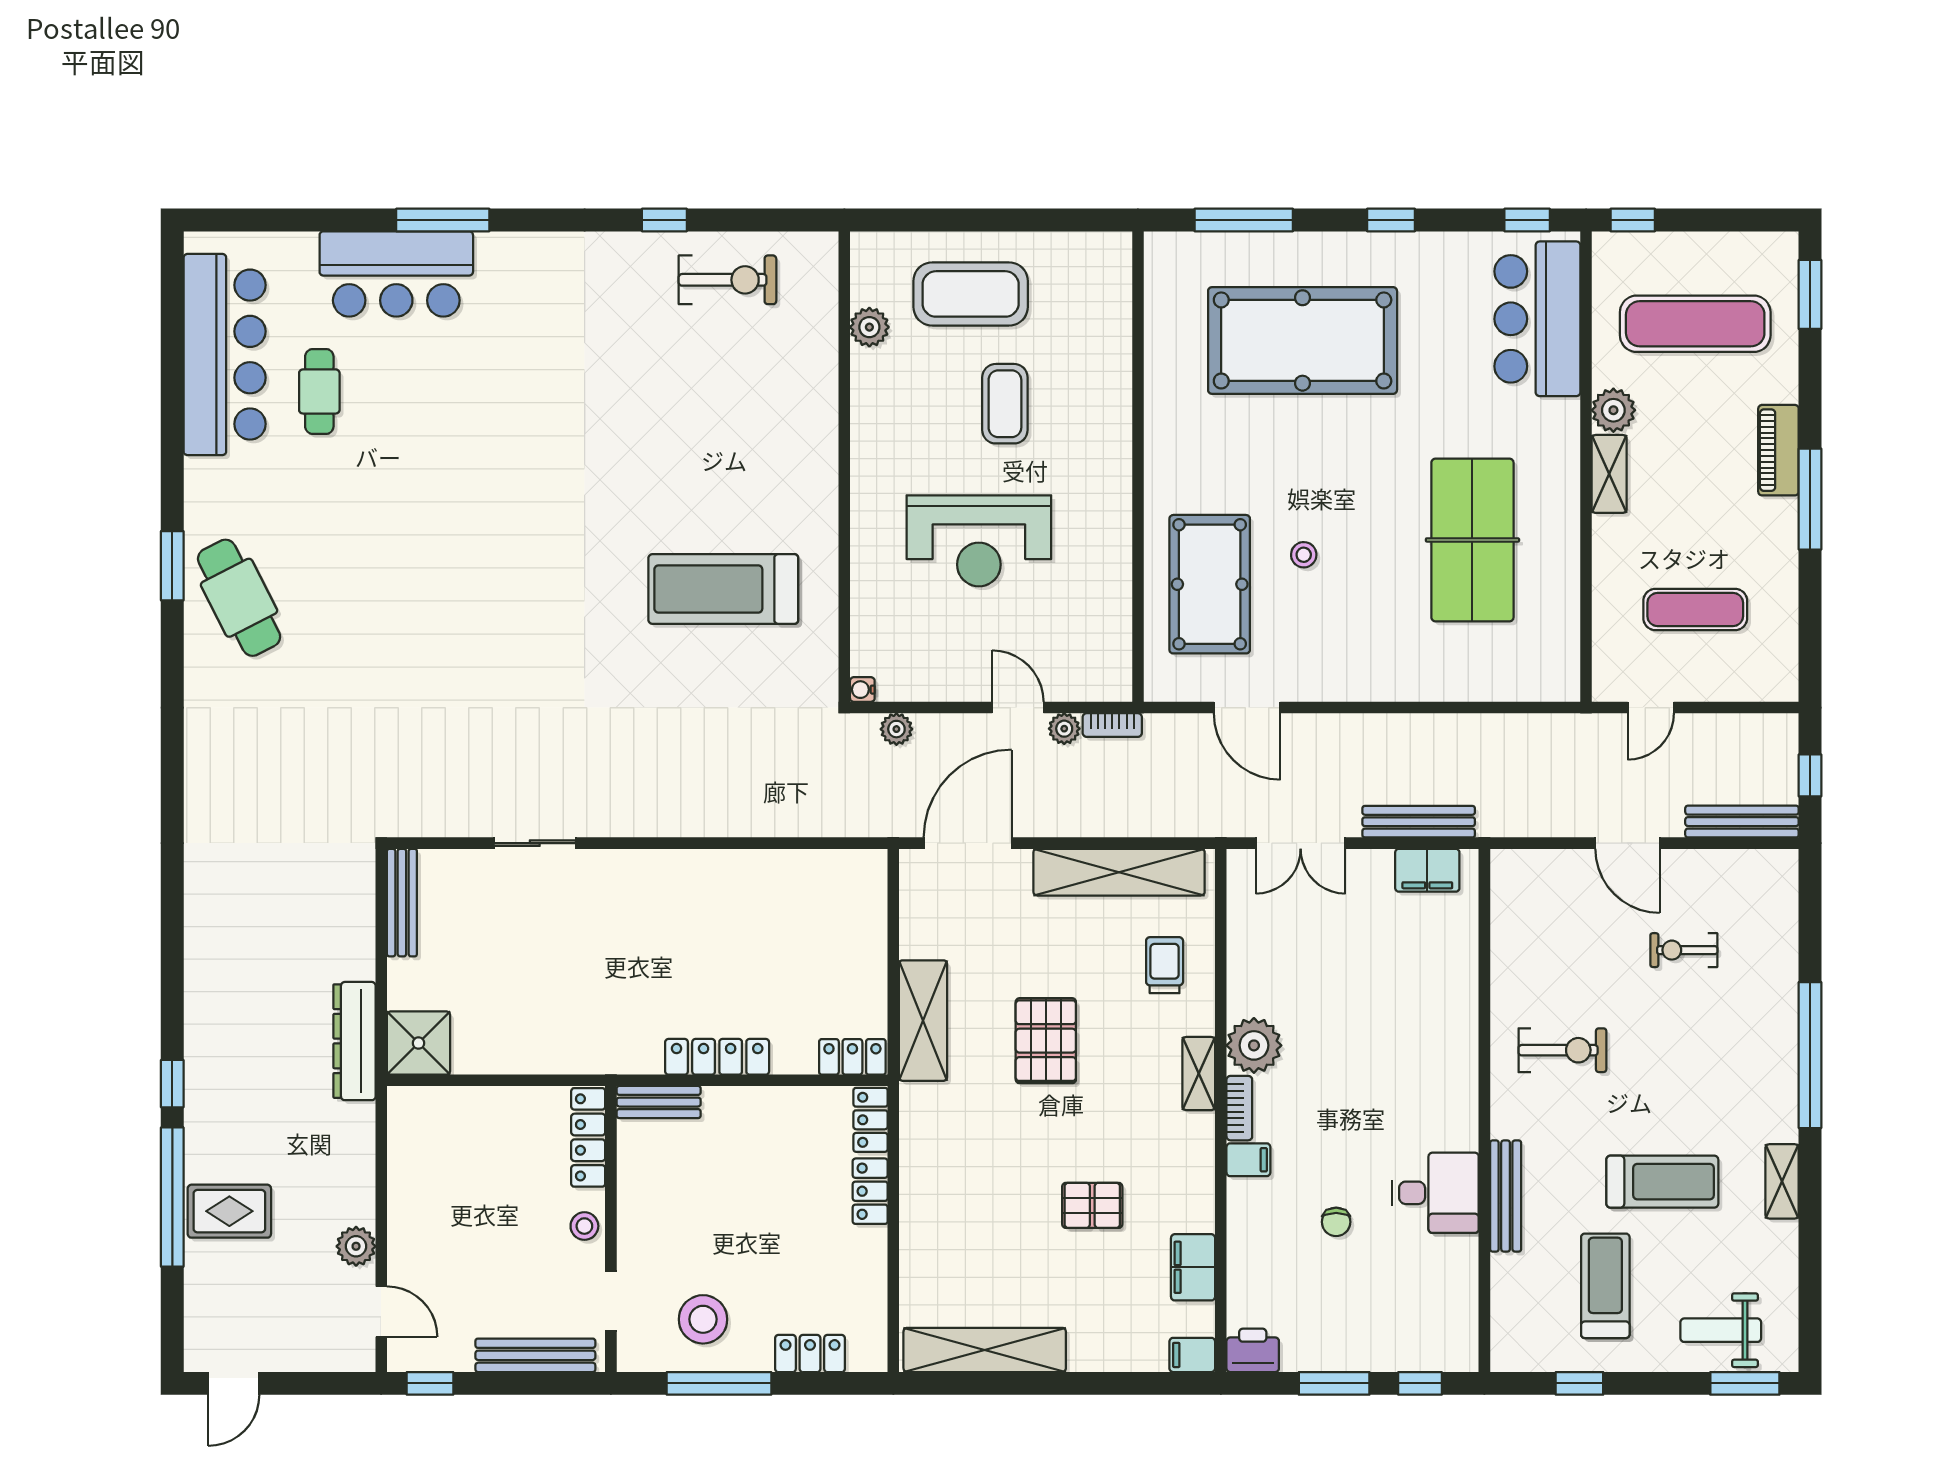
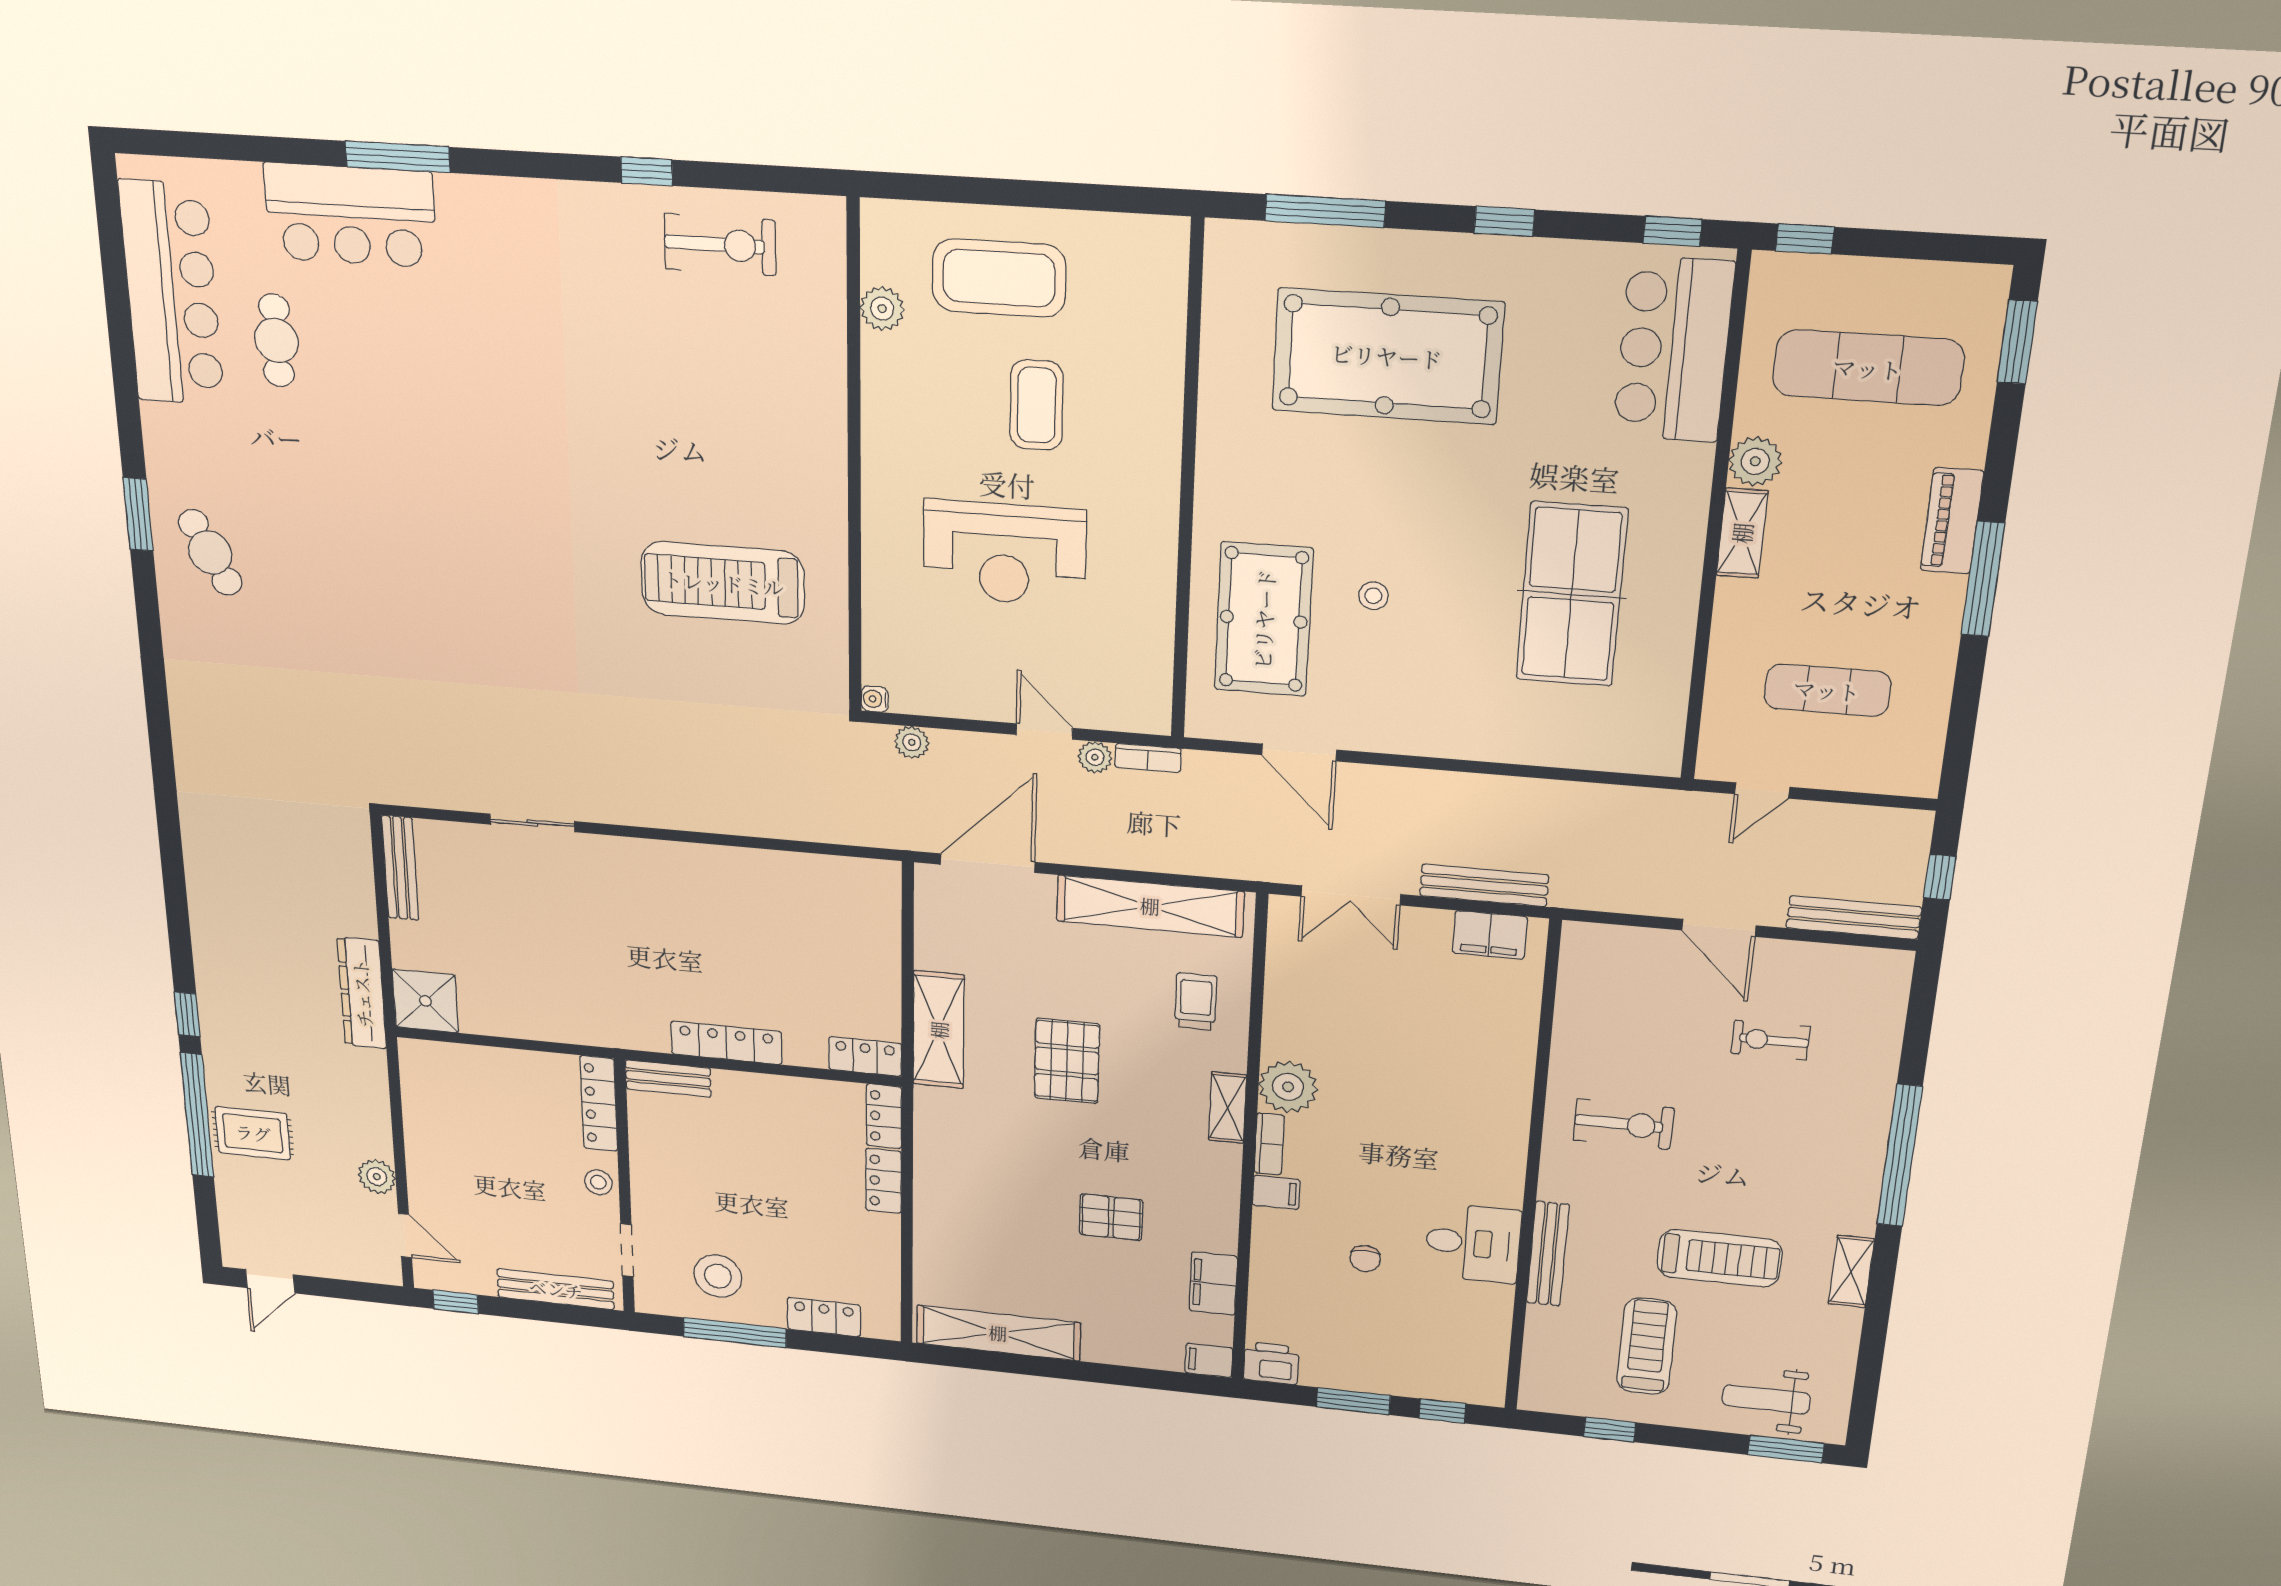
cafe table: (239, 598) -> (210, 552), width x0.73, depth x0.74

